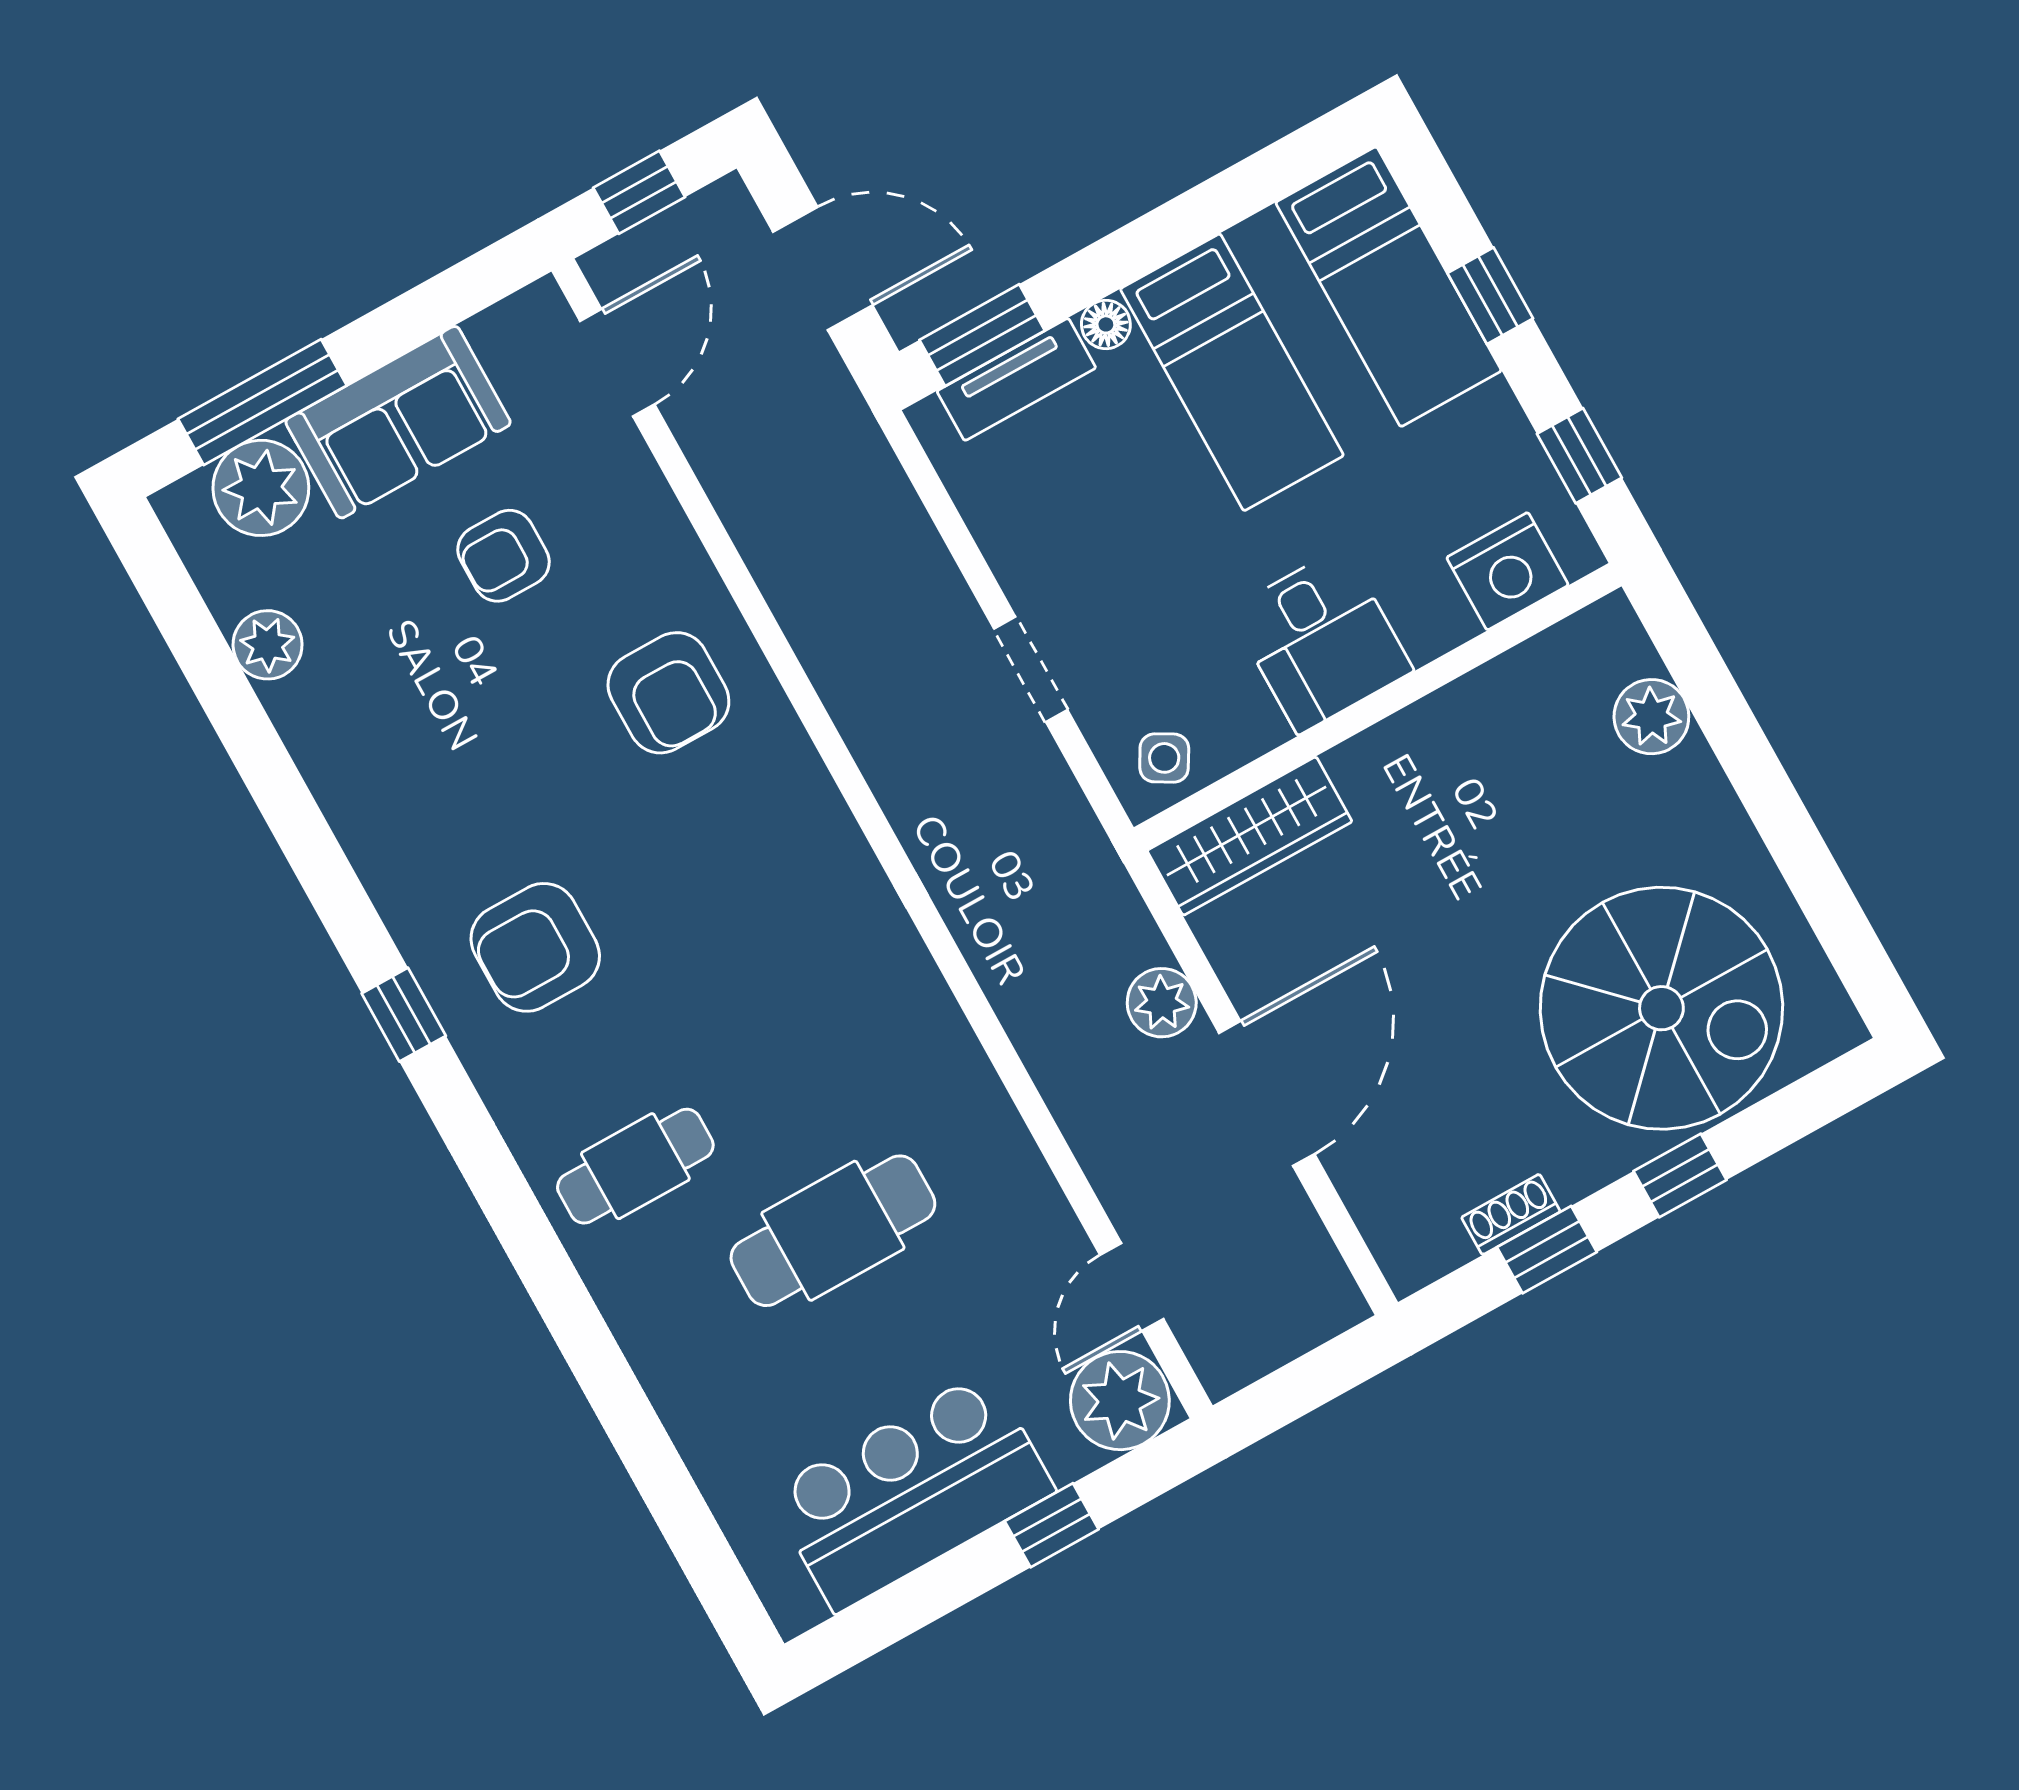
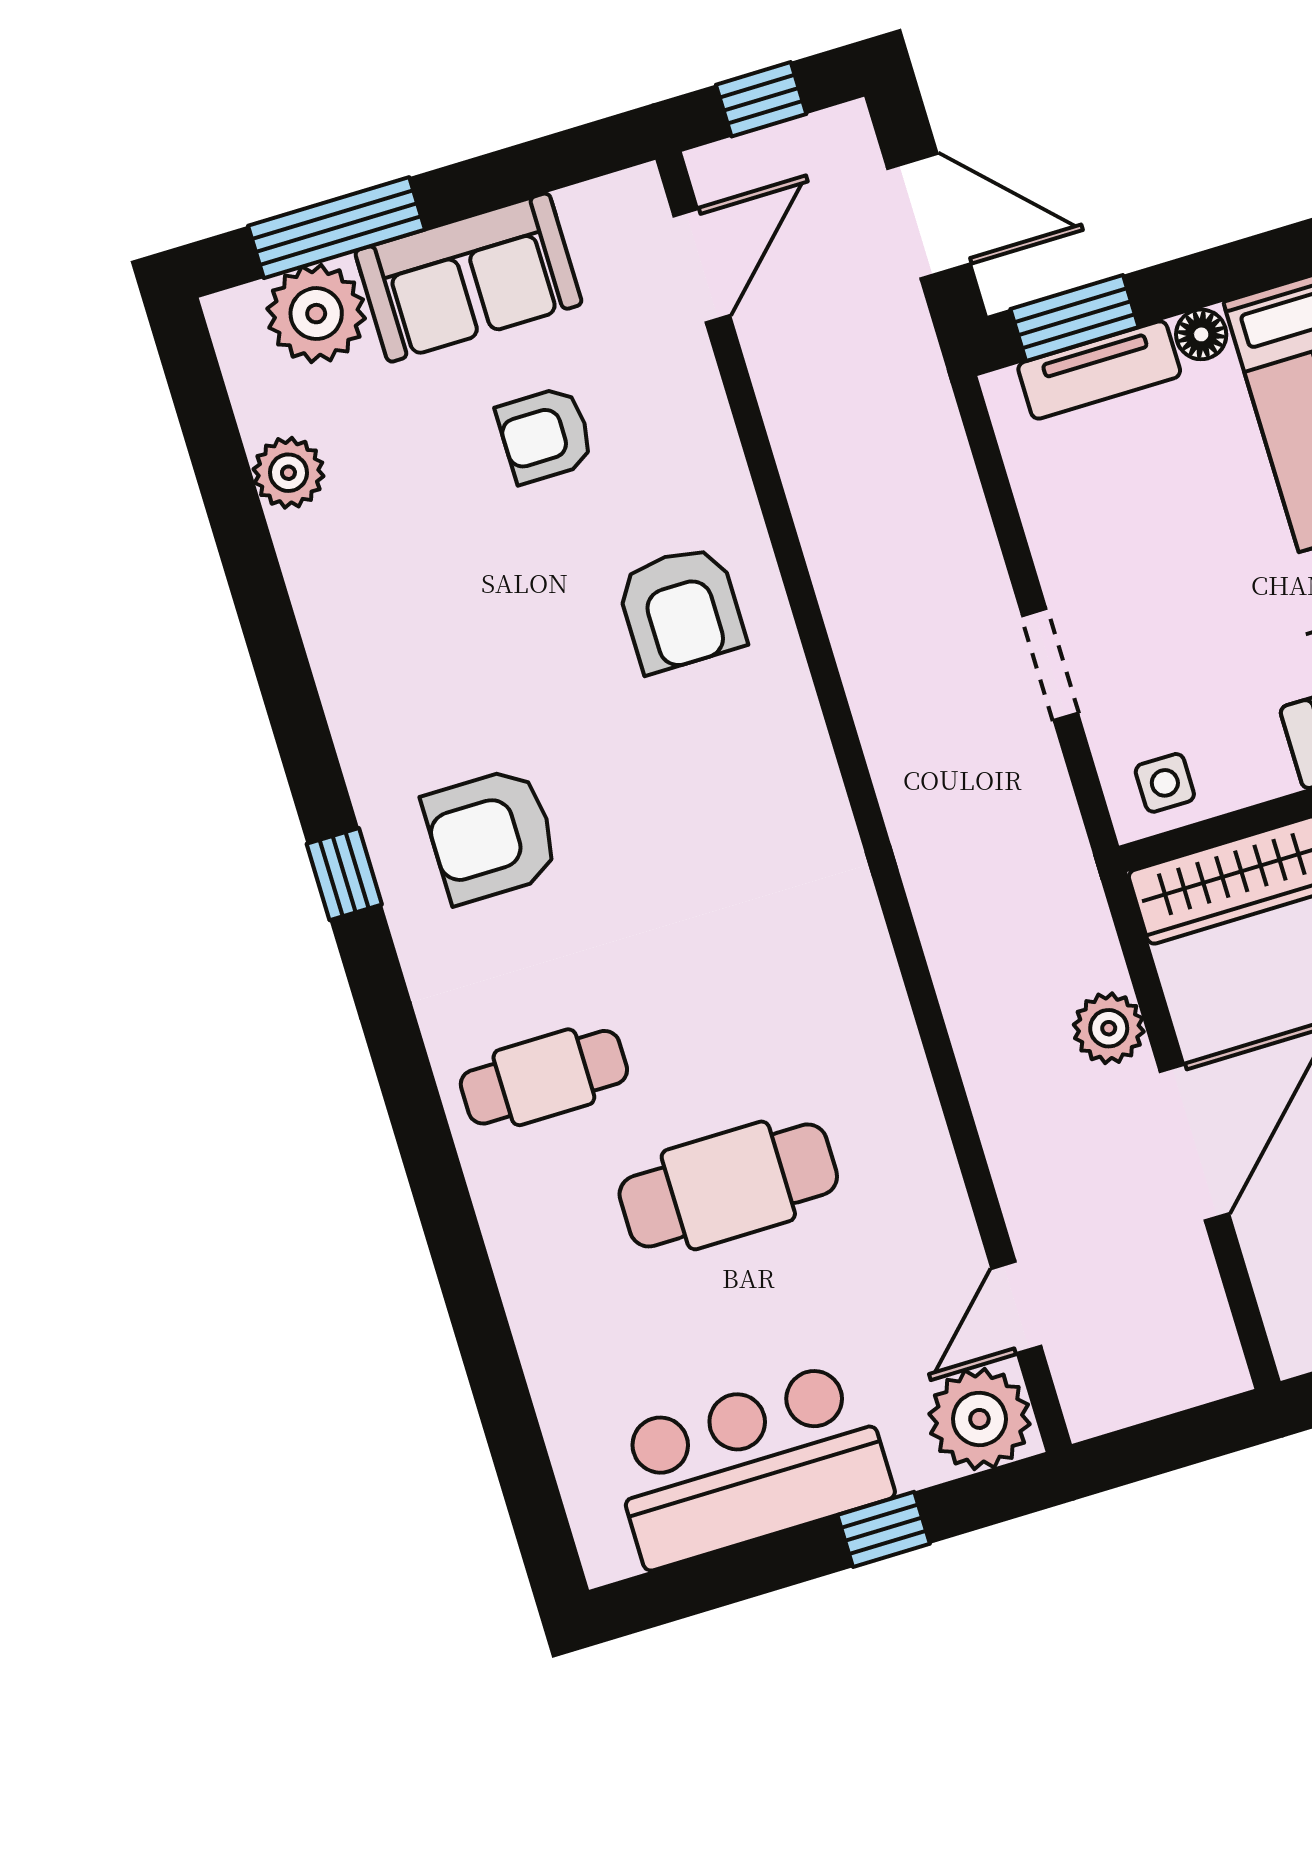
side table: (1164, 758) -> (1165, 783), turned -30

